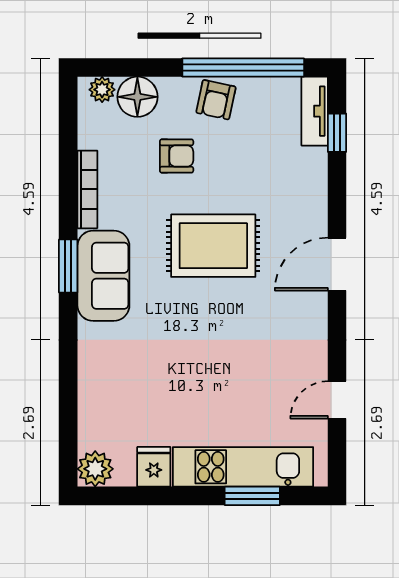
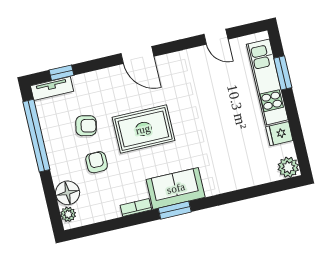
armchair: (216, 100) -> (86, 126), moved
bookcase: (87, 189) -> (136, 207), width x0.64
rug: (213, 246) -> (143, 129), turned 90

